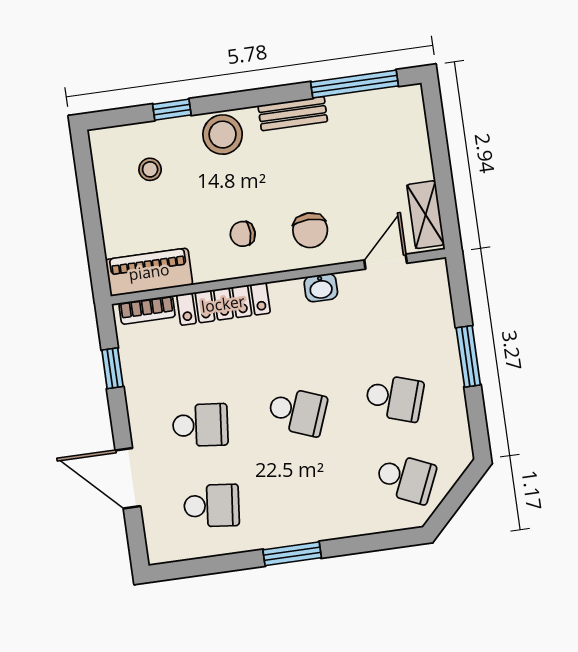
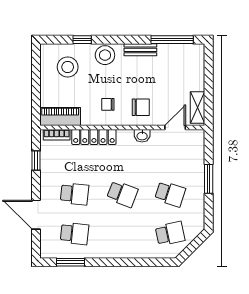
stool: (150, 169) -> (68, 67), width x1.89, depth x1.89
chair: (310, 230) -> (141, 107), turned -90
school desk: (406, 478) -> (170, 234), turned -36
window: (292, 554) -> (71, 262), moved

